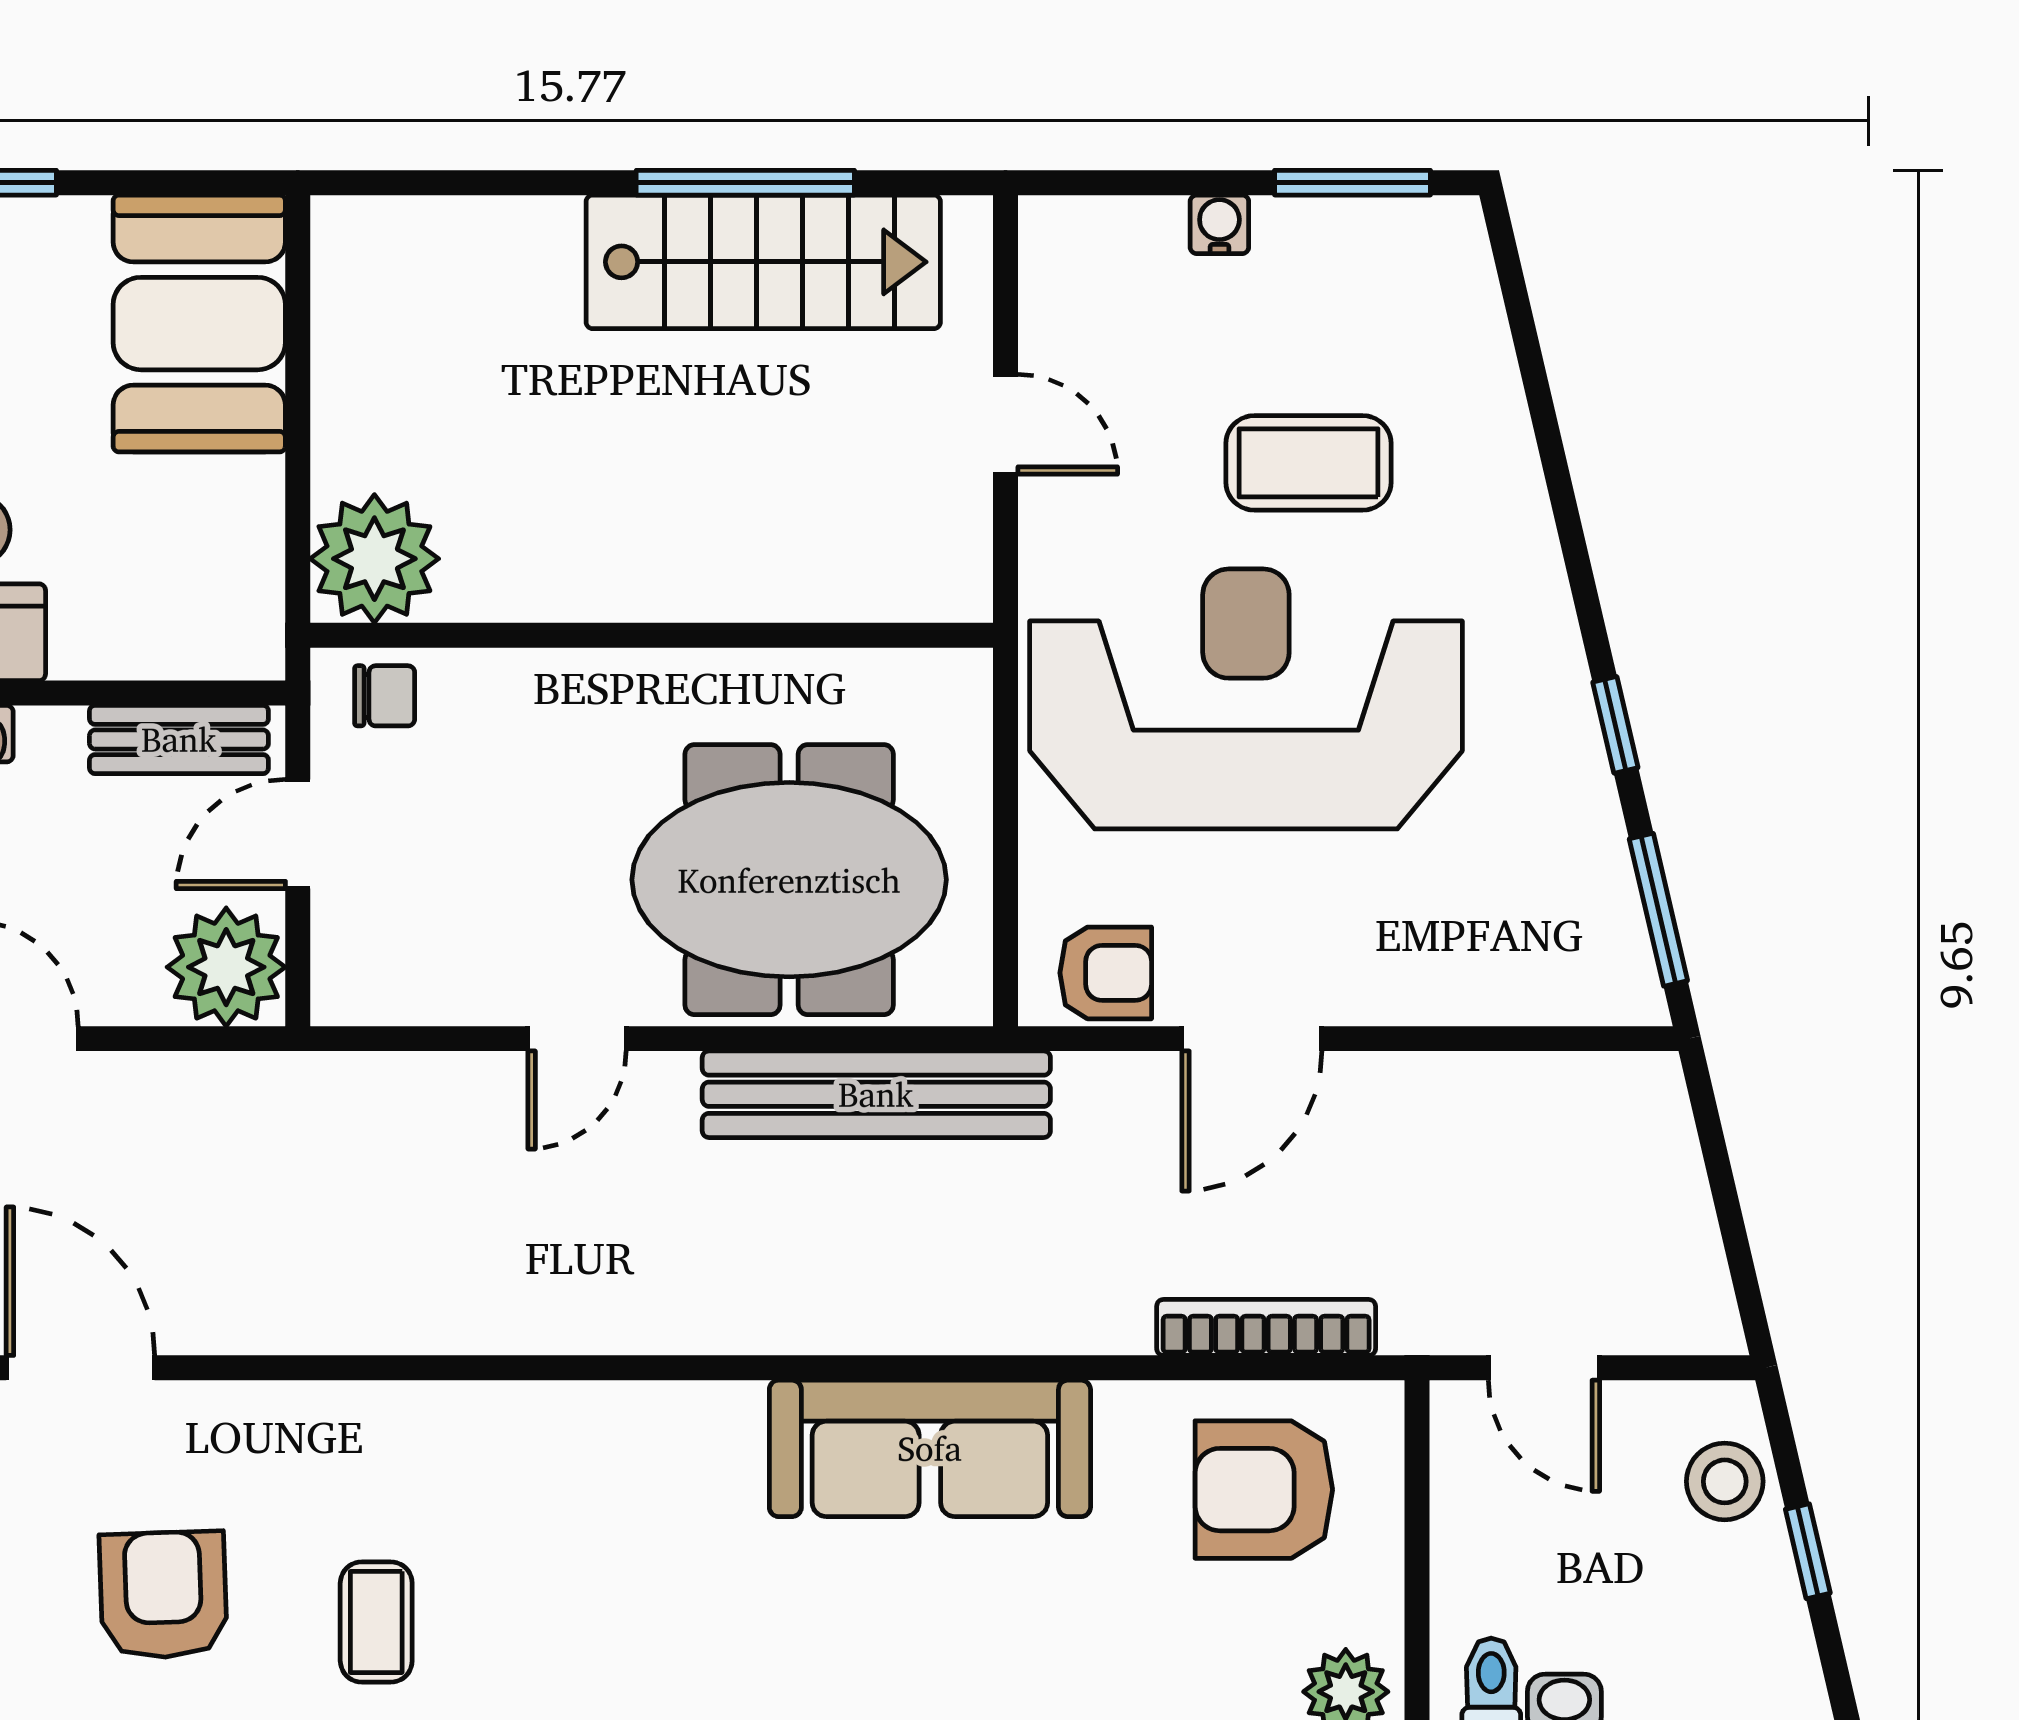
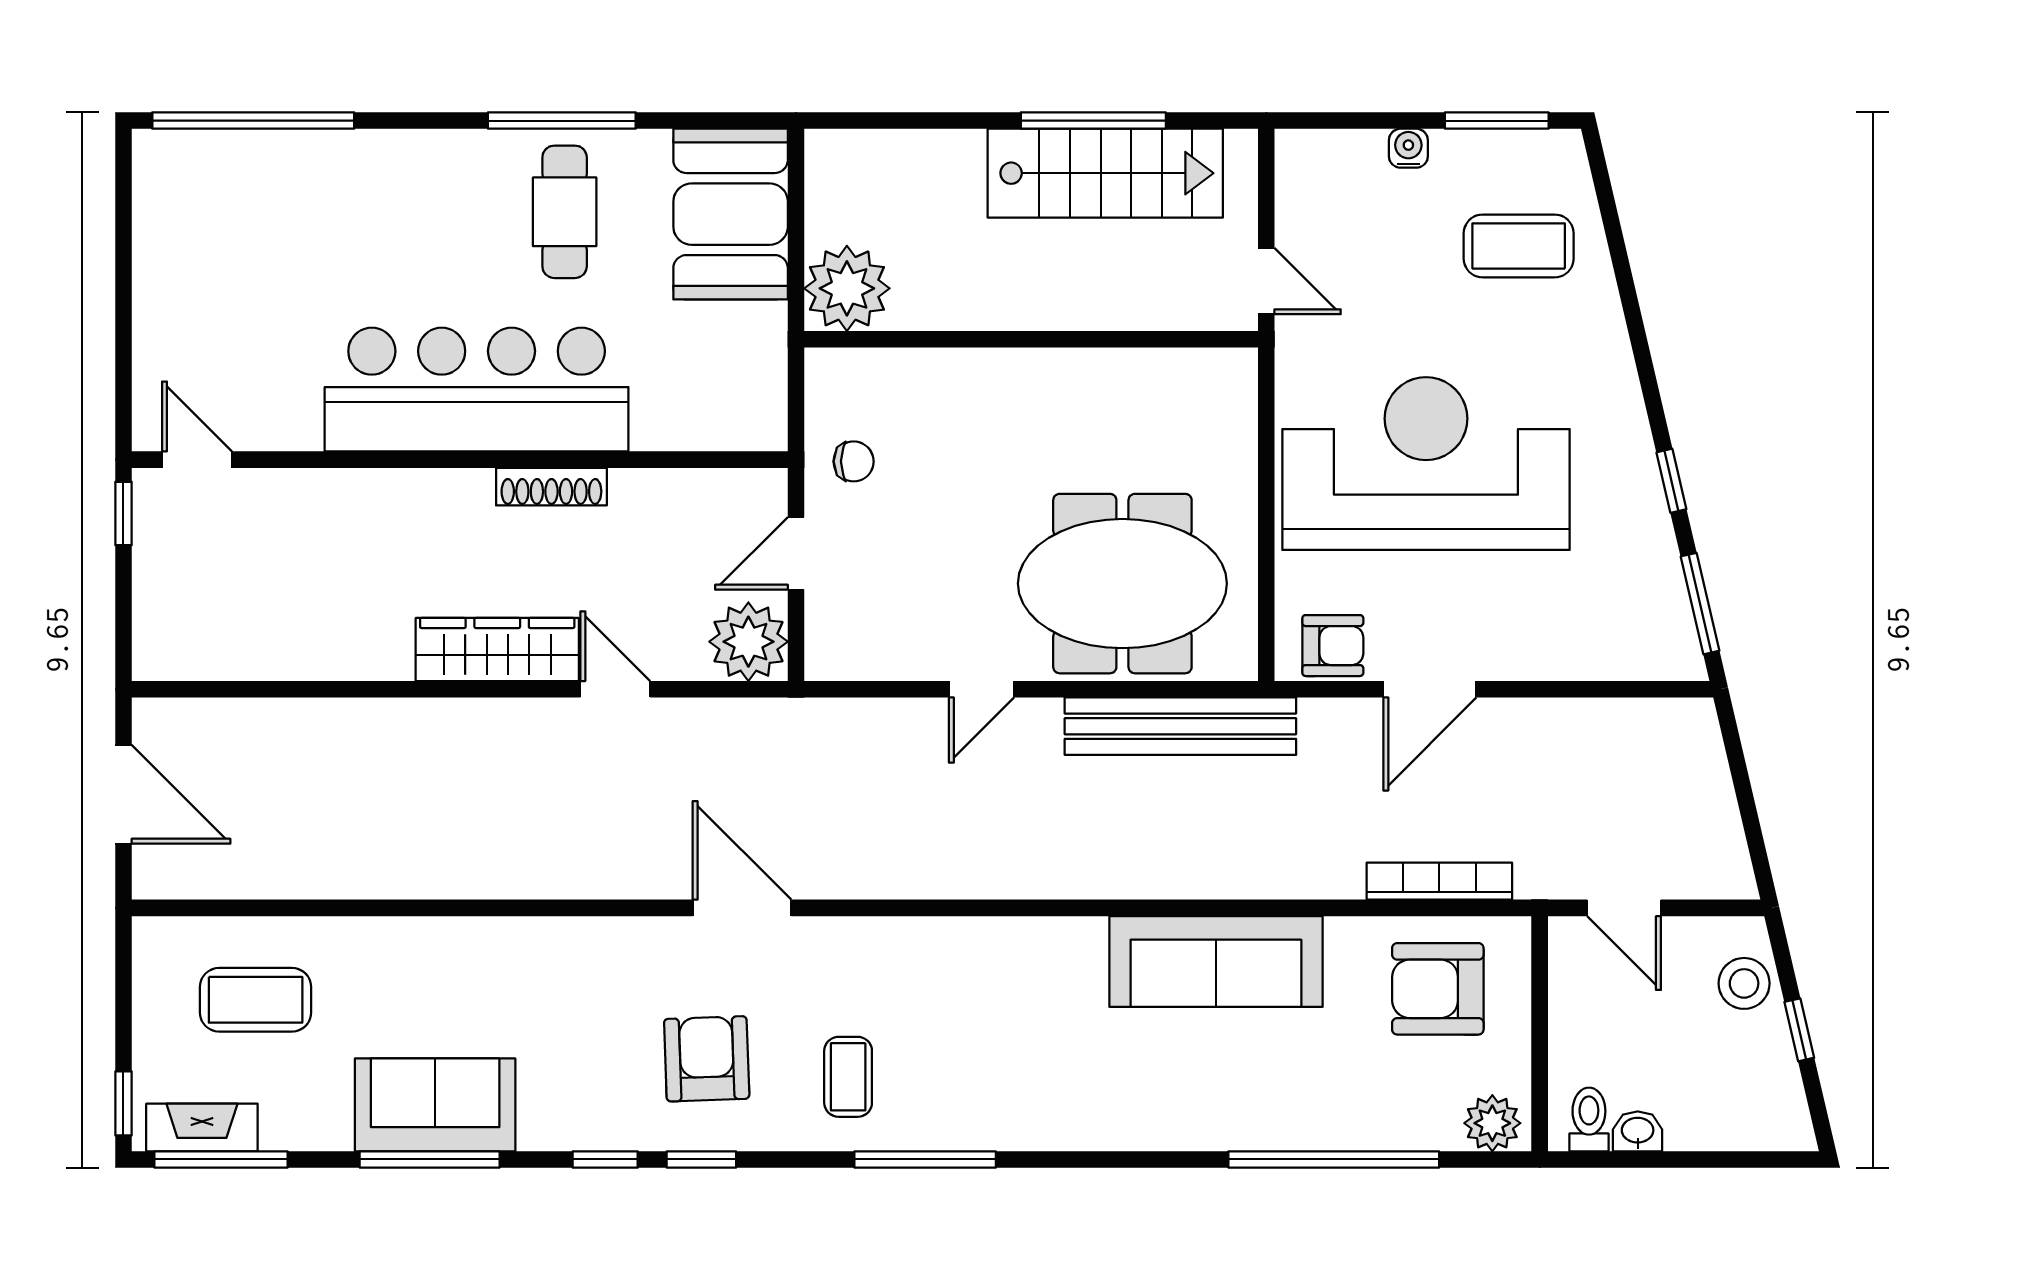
coffee table: (1309, 463) -> (1519, 246), moved
plant: (374, 559) -> (847, 288), moved
wall: (652, 635) -> (1031, 339), moved
bench: (179, 739) -> (717, 490), removed
door: (80, 1368) -> (742, 908), moved

